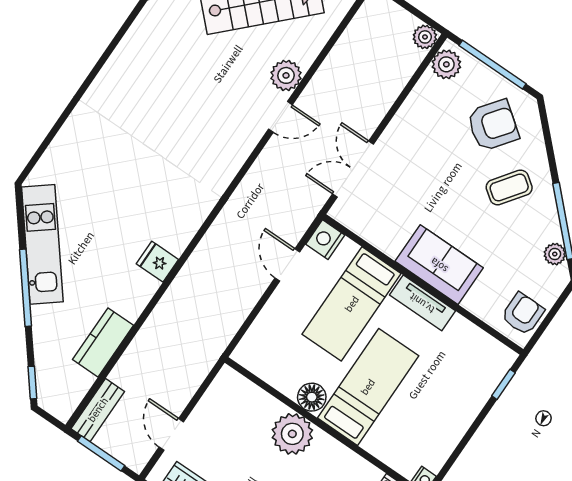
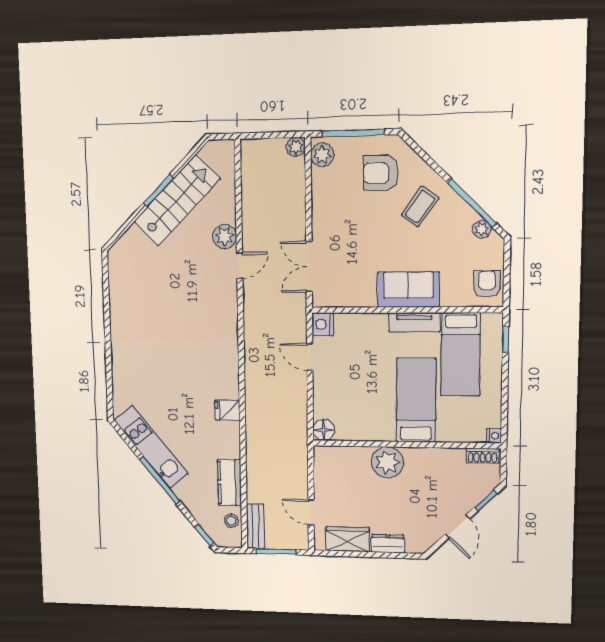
armchair: (493, 125) -> (381, 173), turned -127
bed: (352, 304) -> (461, 354), moved
stool: (75, 386) -> (231, 521), added
floor lamp: (312, 397) -> (324, 430), moved

